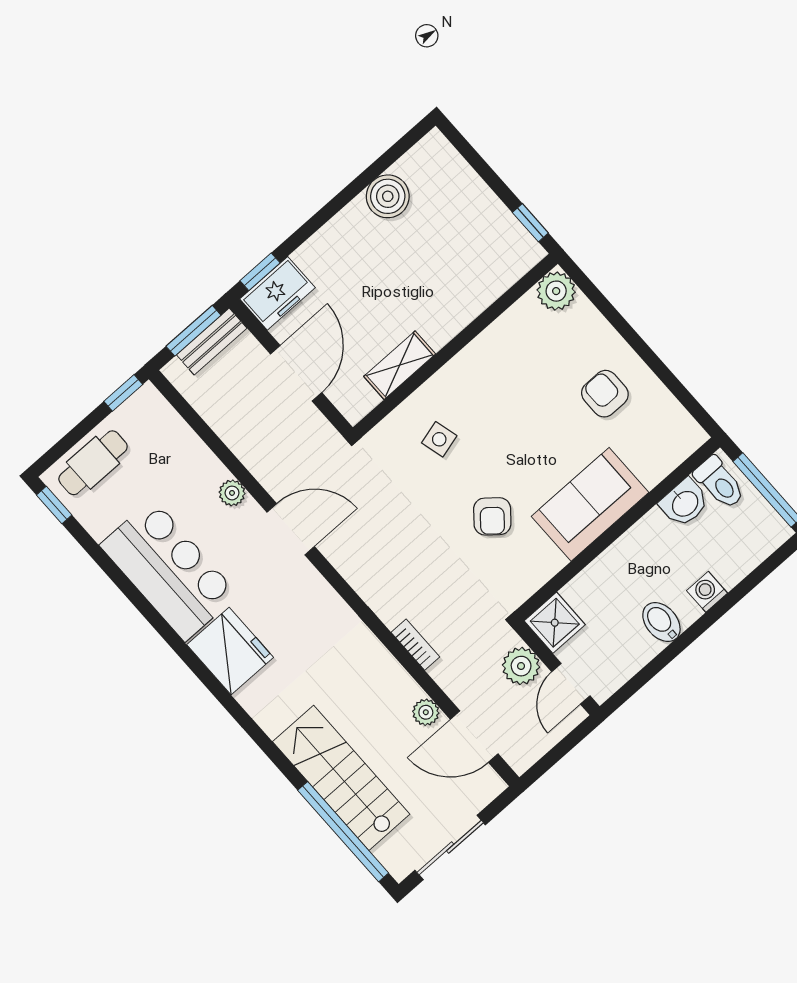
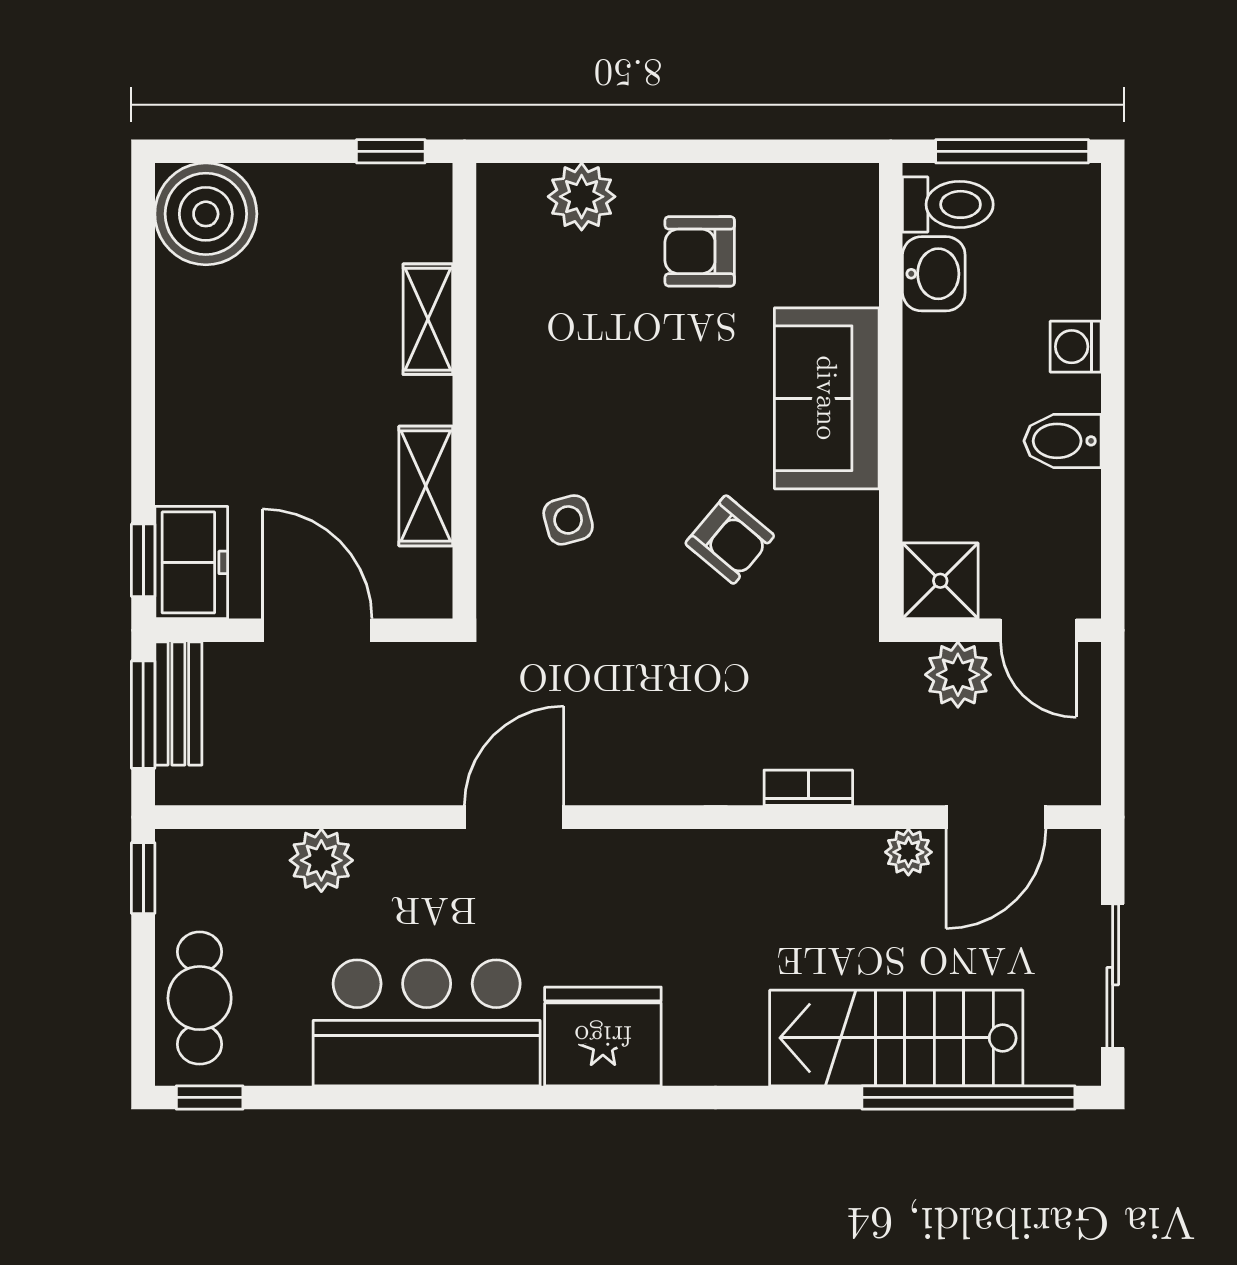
boiler: (388, 196) -> (206, 214), moved, width x1.37, depth x1.37
plant: (556, 291) -> (582, 197), moved
shelving: (472, 303) -> (428, 319), added
plant: (232, 493) -> (321, 860), moved, width x1.38, depth x1.38

